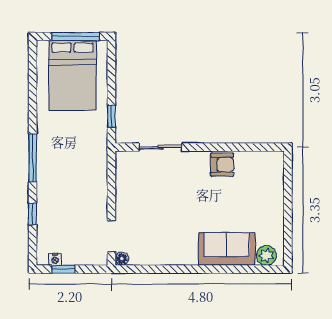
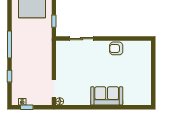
armchair: (222, 165) -> (116, 48), turned 180
sofa: (227, 249) -> (107, 96), moved
plant: (266, 255) -> (141, 100), removed

